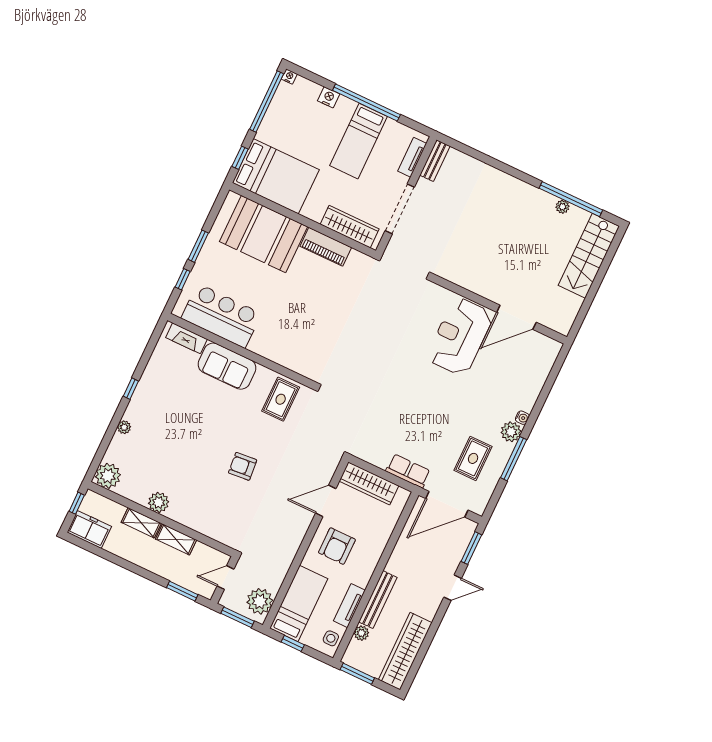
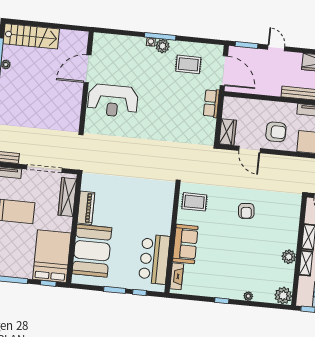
door: (516, 317) -> (88, 69), swing flipped
window: (514, 459) -> (160, 36), moved
wardrobe: (369, 483) -> (228, 132), width x0.67

